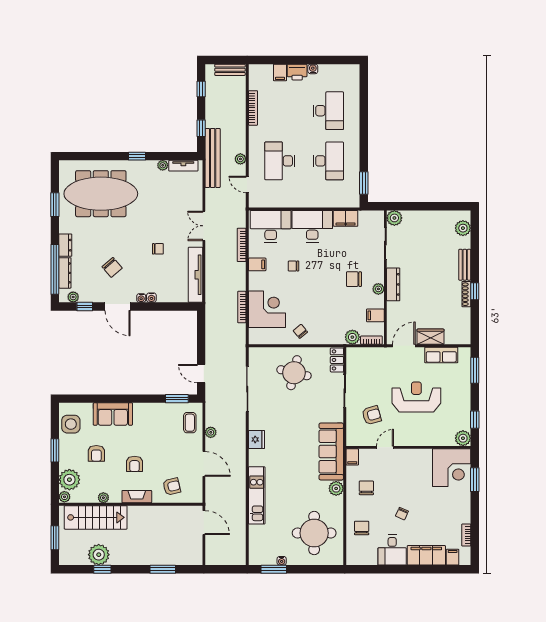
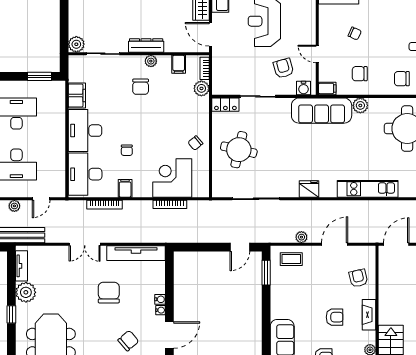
plant: (163, 165) -> (26, 292), width x1.88, depth x1.88
chair: (158, 249) -> (109, 293), width x1.87, depth x1.87
water cooler: (353, 434) -> (304, 88), added
chair: (402, 514) -> (355, 33), moved

